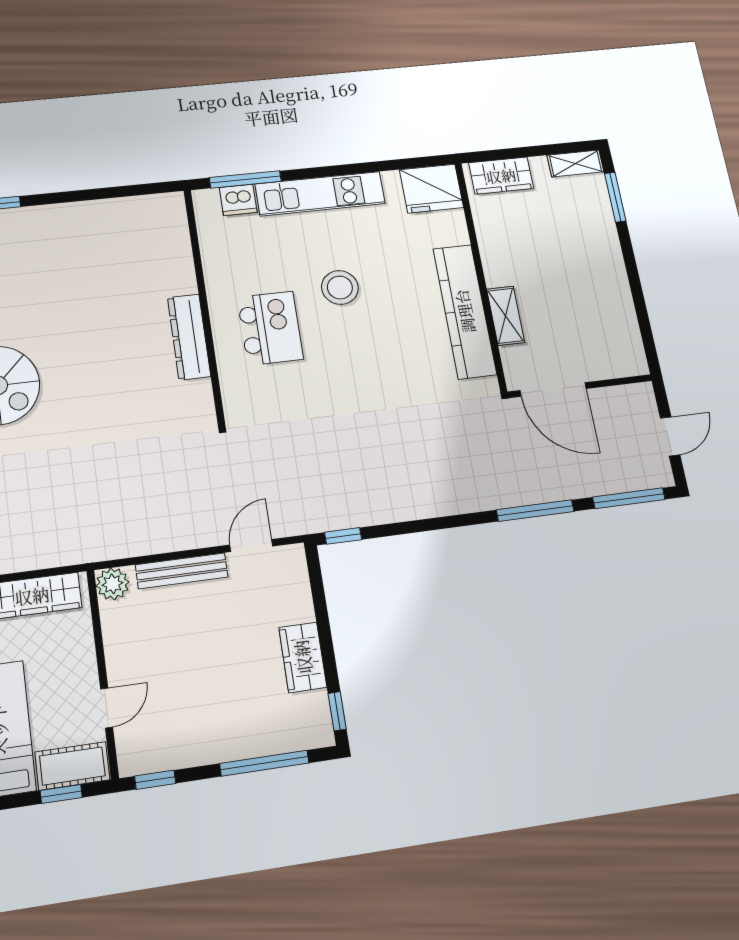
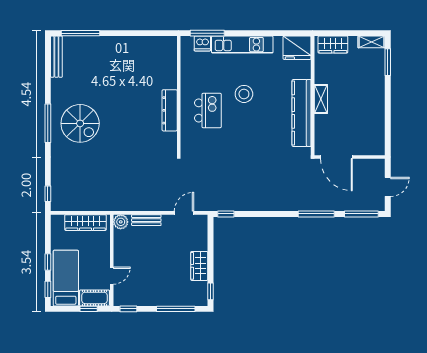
shelving: (506, 316) -> (321, 99), moved
bench: (182, 571) -> (146, 220), width x0.73

